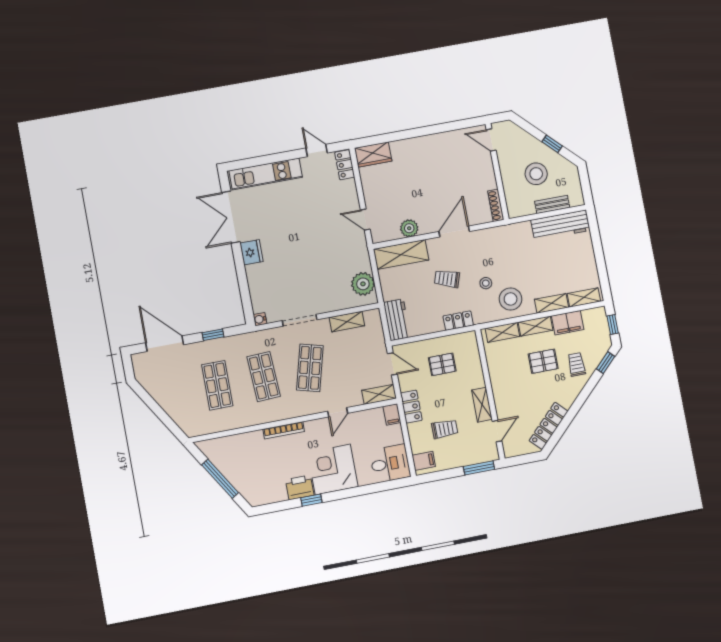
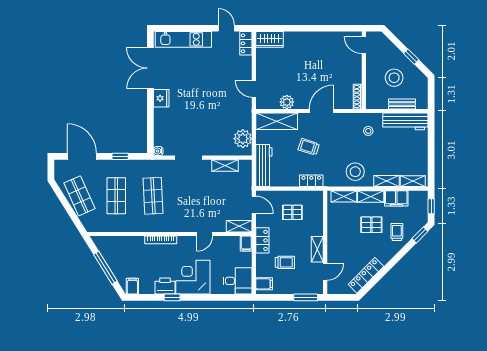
stool: (486, 283) -> (368, 131), moved
workbench: (397, 320) -> (264, 166), width x1.38
shop shelf: (310, 368) -> (79, 196), moved, turned -39
filing cabinet: (259, 496) -> (132, 286), added

